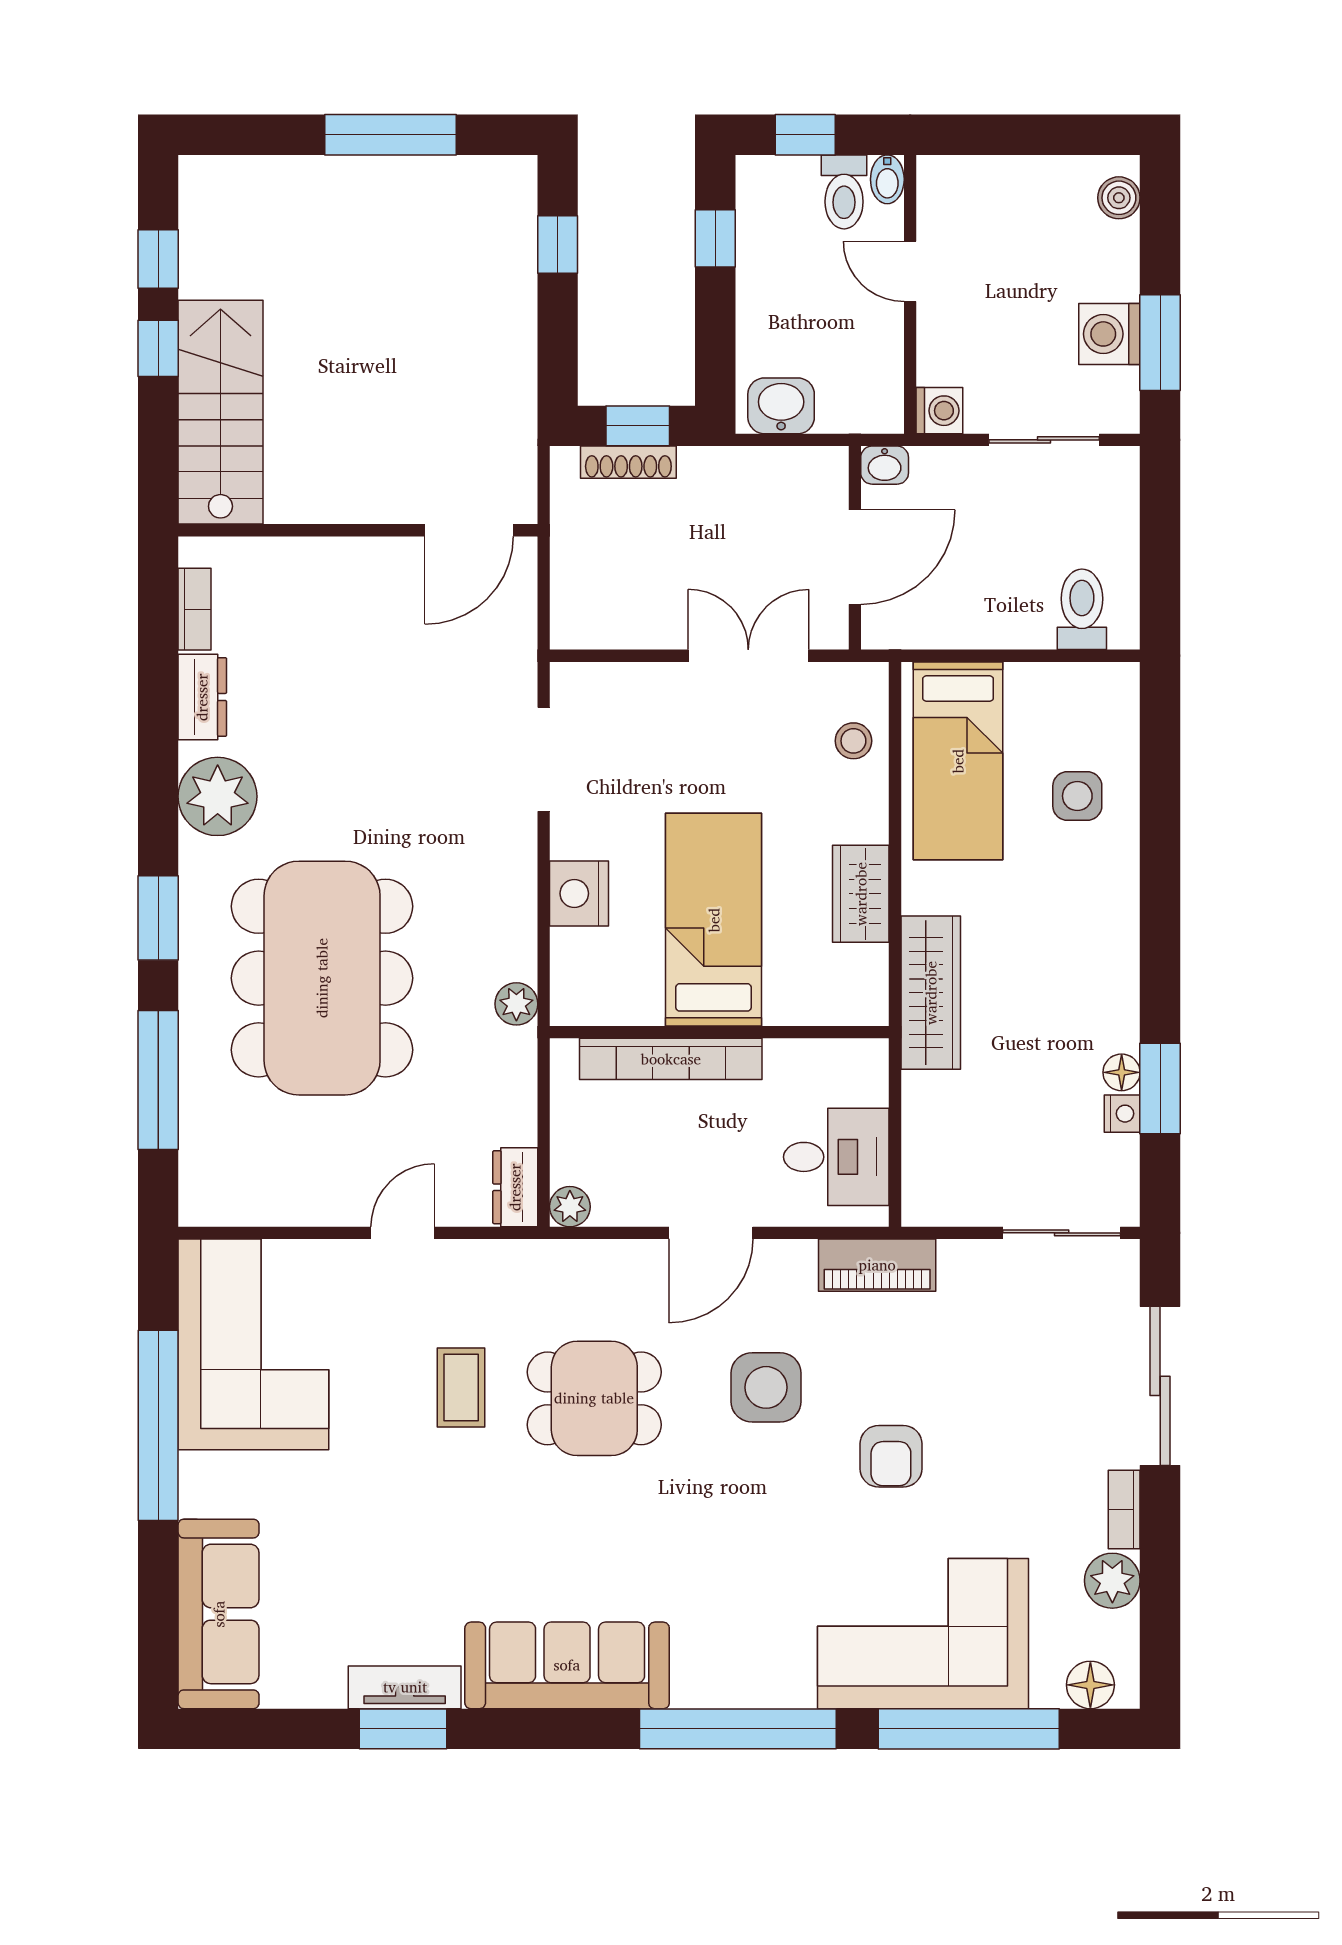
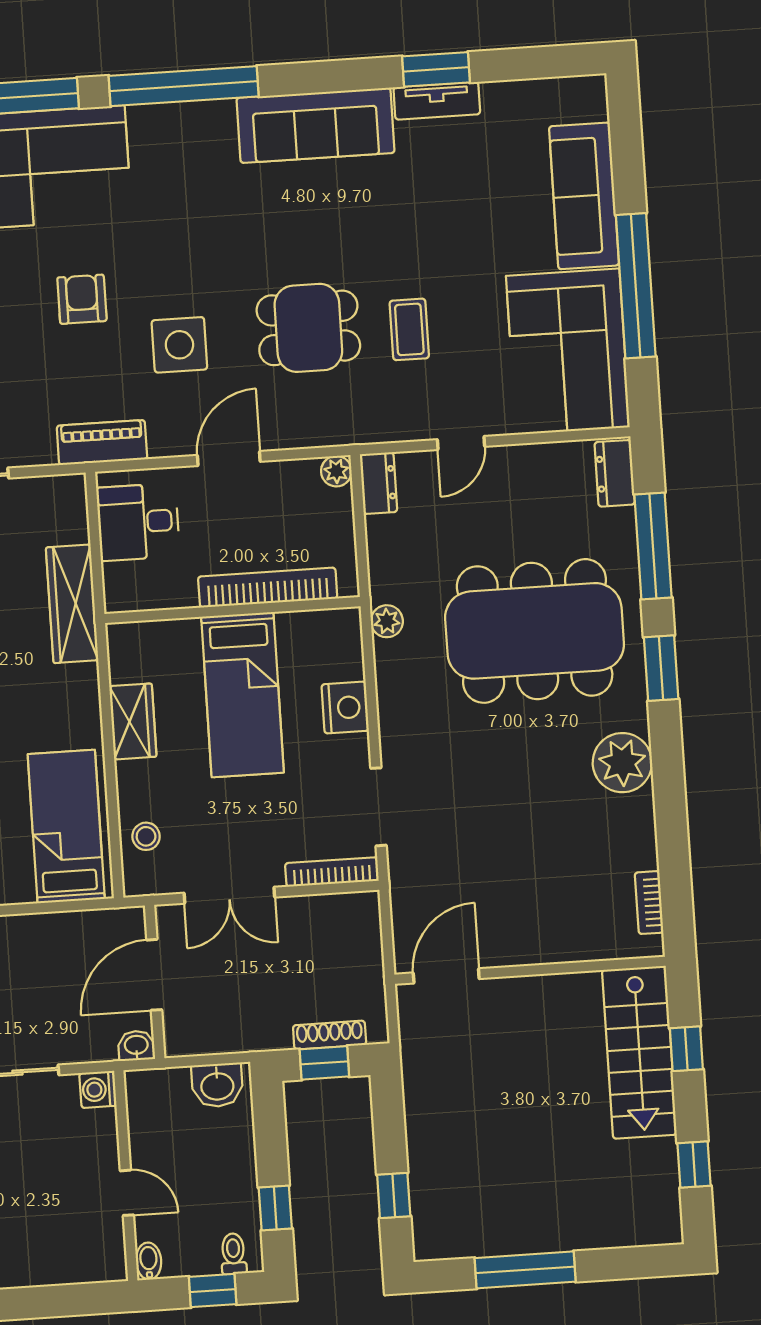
toilet: (844, 192) -> (233, 1254), moved, width x0.73, depth x0.72
window: (158, 348) -> (686, 1049), moved
bookcase: (611, 677) -> (332, 872), added
dresser: (202, 697) -> (615, 473), moved
dining table: (322, 978) -> (535, 631), turned 90
wardrobe: (931, 993) -> (72, 604), moved
sofa: (219, 1614) -> (584, 196), moved

